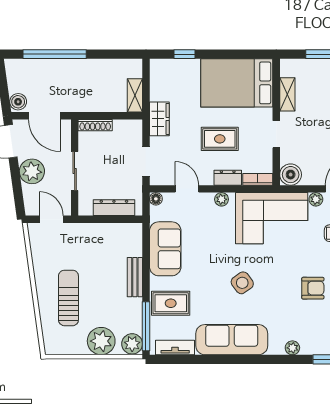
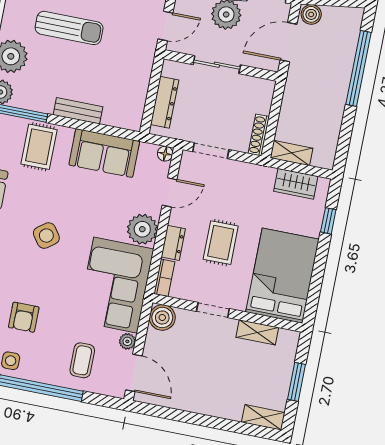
wardrobe: (159, 119) -> (296, 184), moved
shoe rack: (95, 125) -> (259, 135), moved
plant: (222, 199) -> (142, 229), width x1.88, depth x1.88

